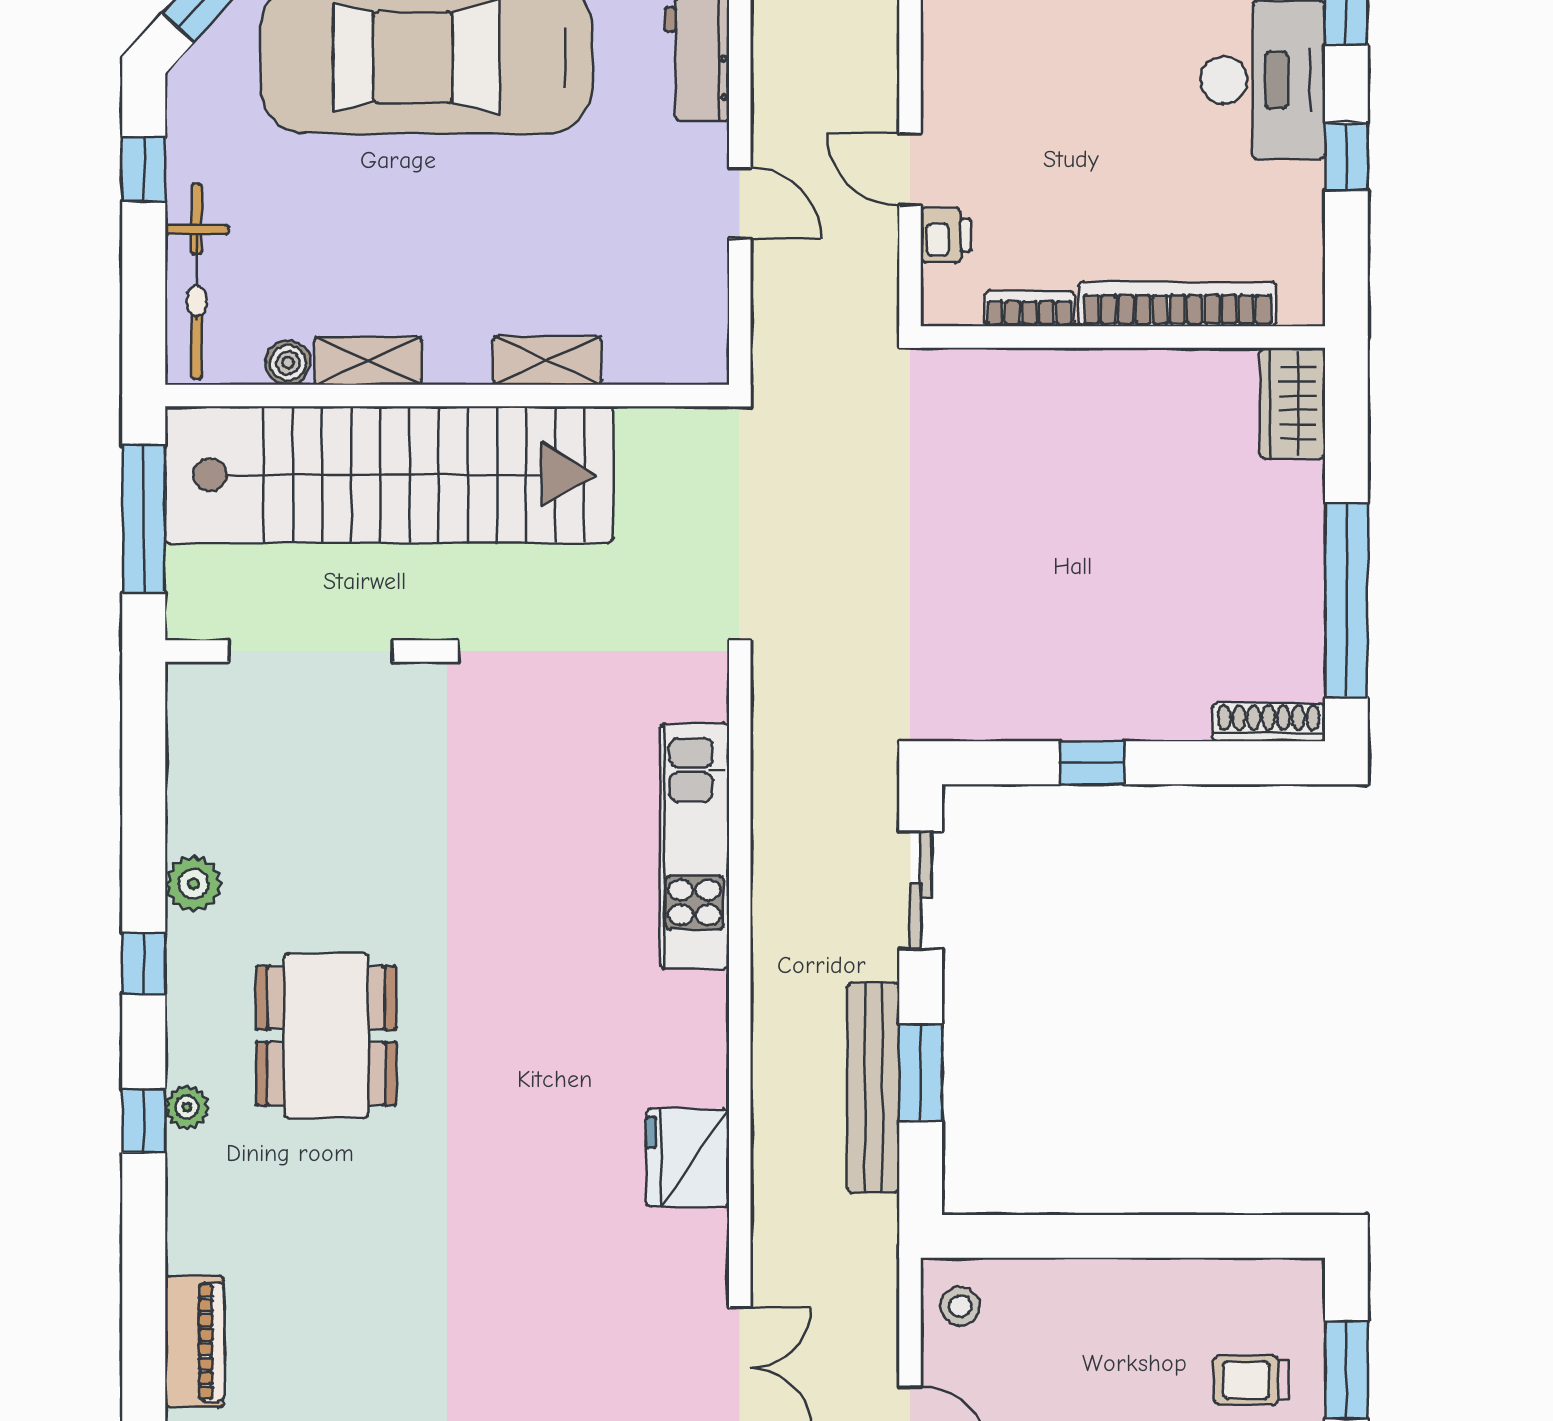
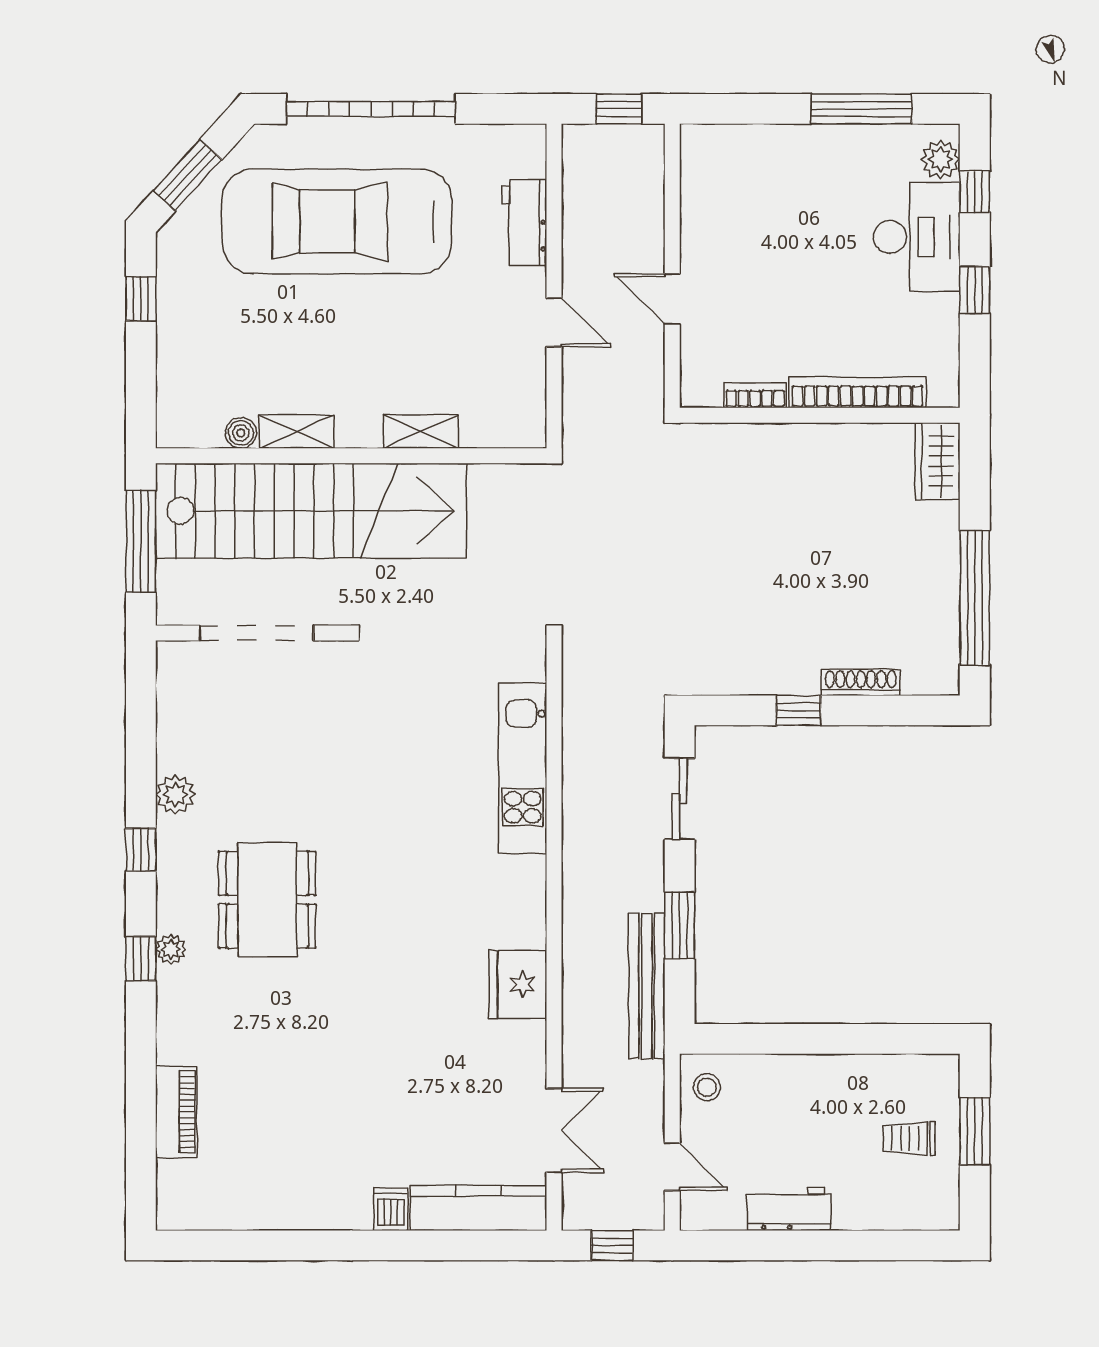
printer: (946, 235) -> (697, 344), removed
bicycle: (197, 281) -> (178, 377), removed
shoe rack: (1269, 722) -> (861, 682), moved
bench: (873, 1087) -> (647, 986), moved

